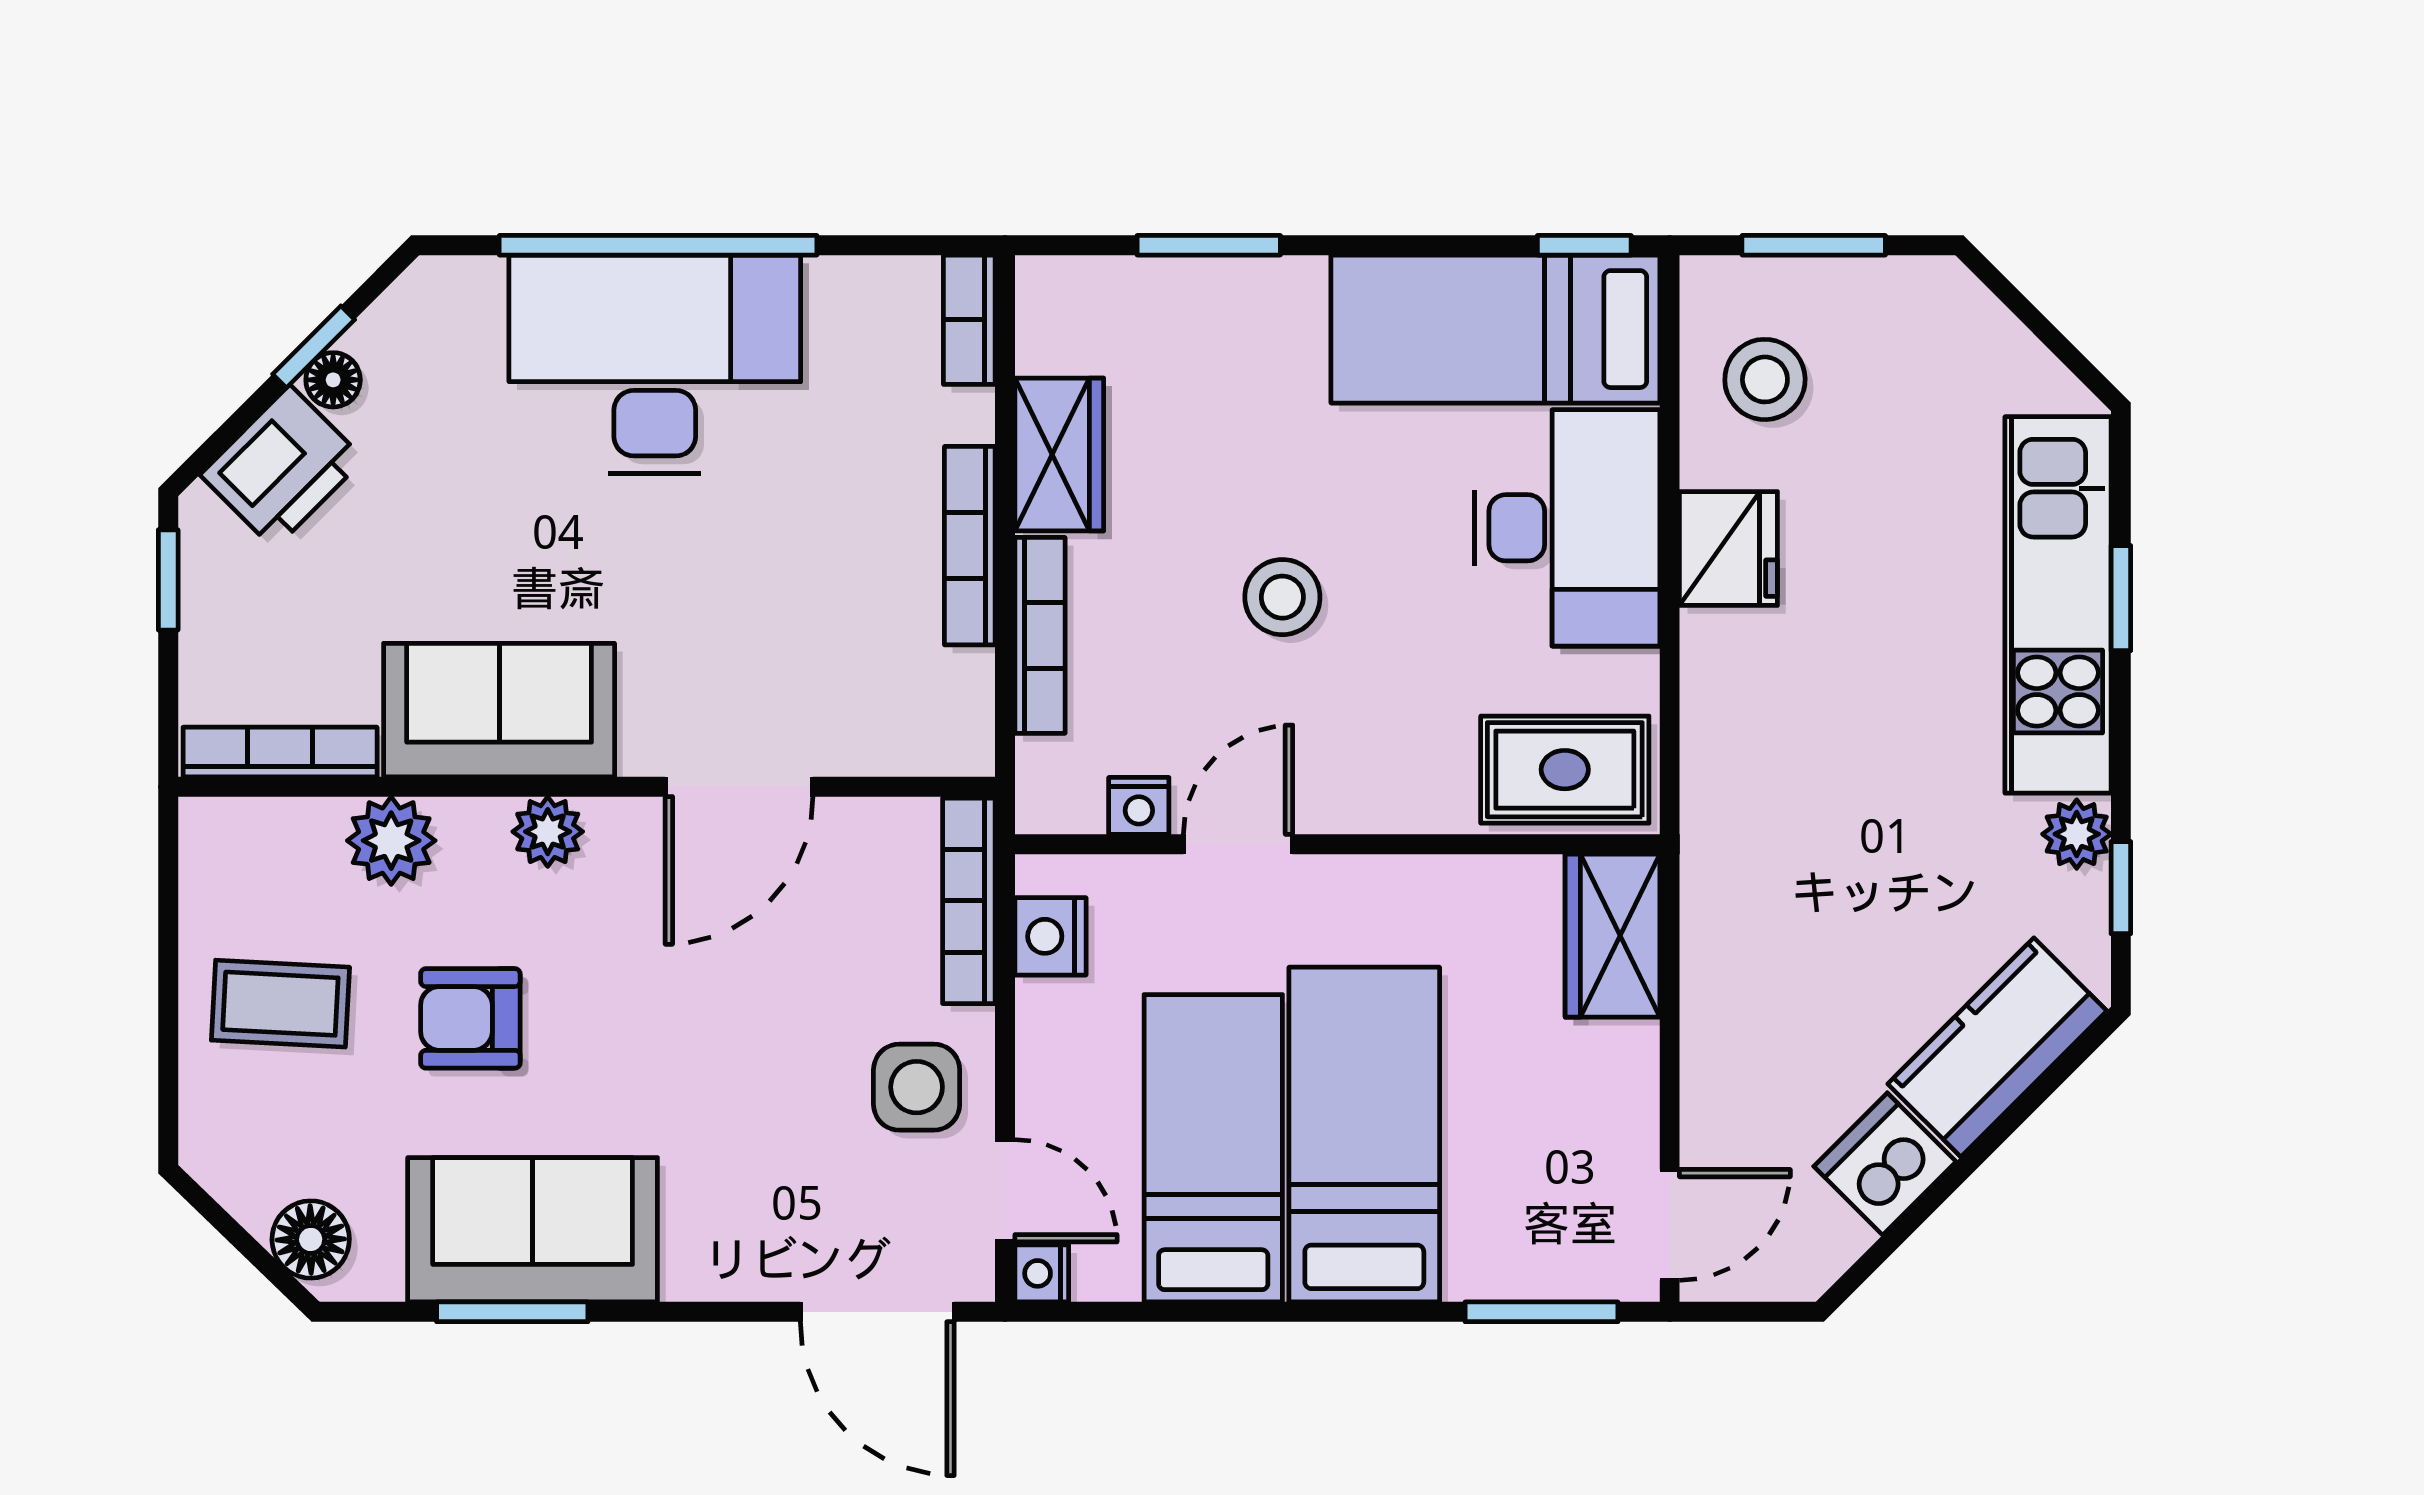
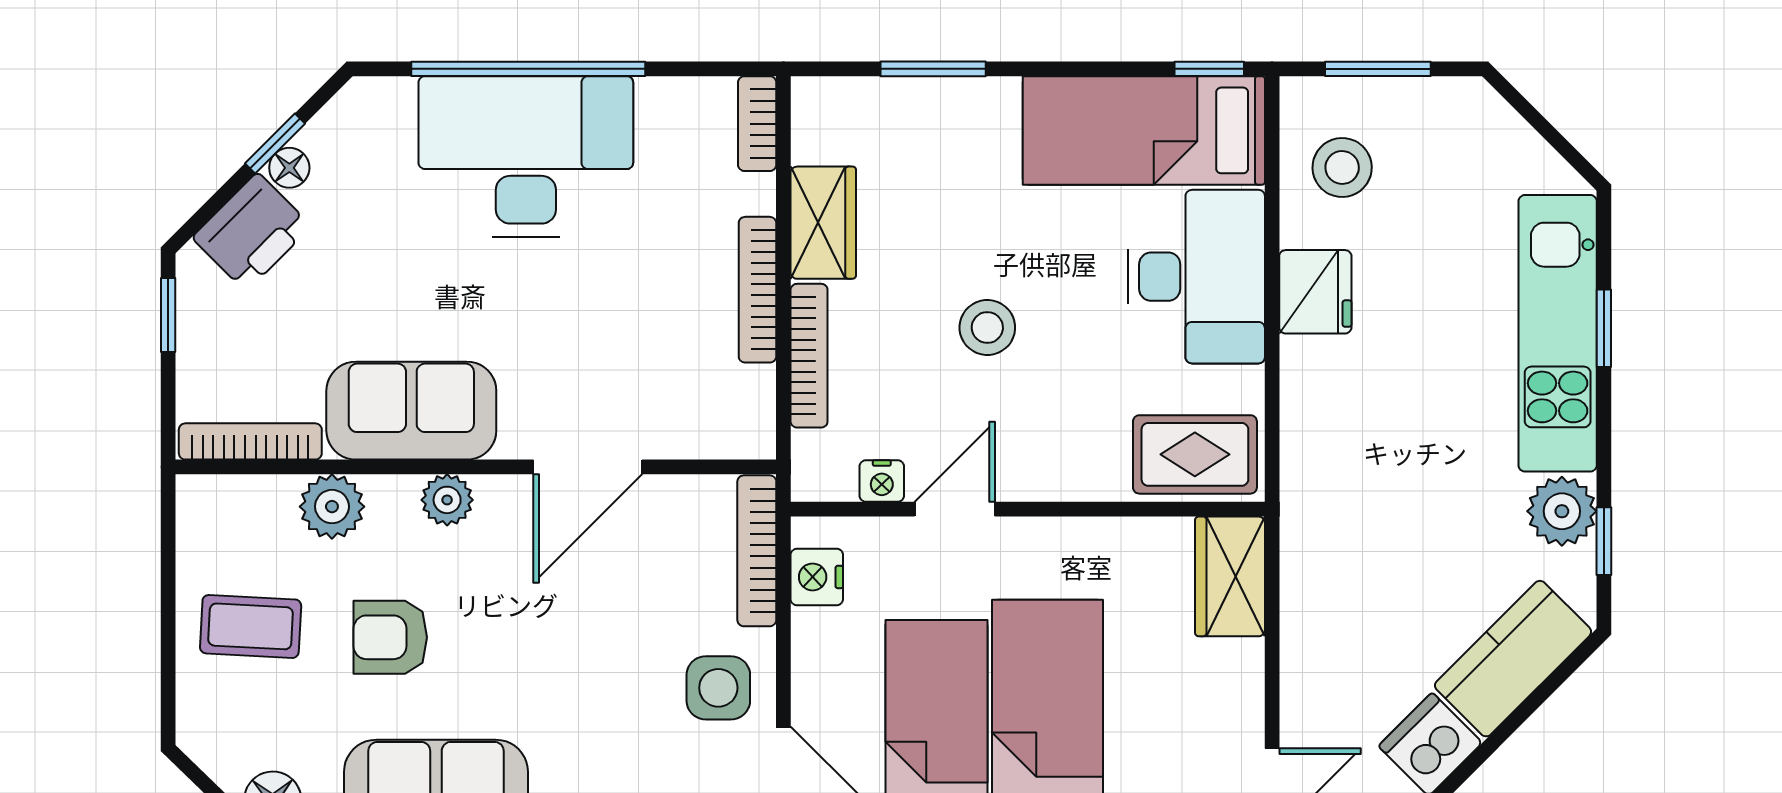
plant: (2077, 834) -> (1562, 511), width x1.38, depth x1.38

